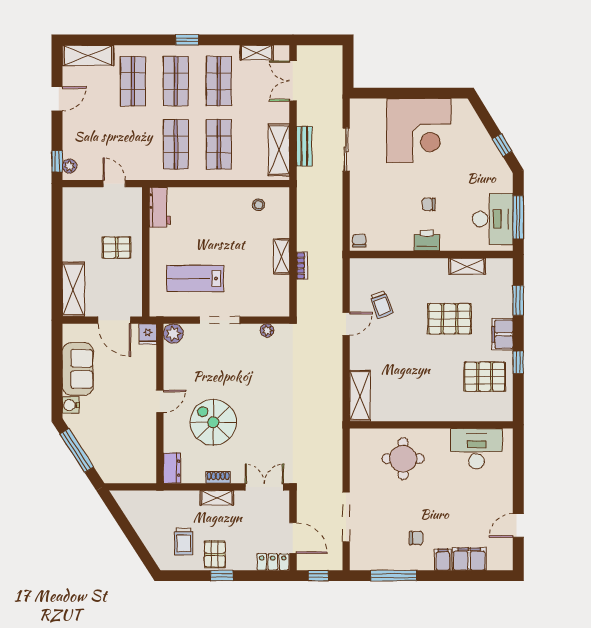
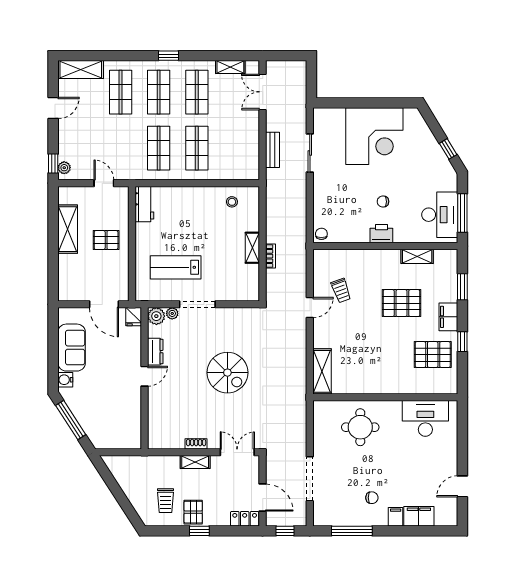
shelving: (279, 150) -> (250, 153), removed
shelving: (73, 289) -> (68, 229), moved
plant: (267, 330) -> (172, 313), moved
spiral stairs: (213, 422) -> (227, 373), moved, turned 180
dresser: (172, 468) -> (155, 352), moved

